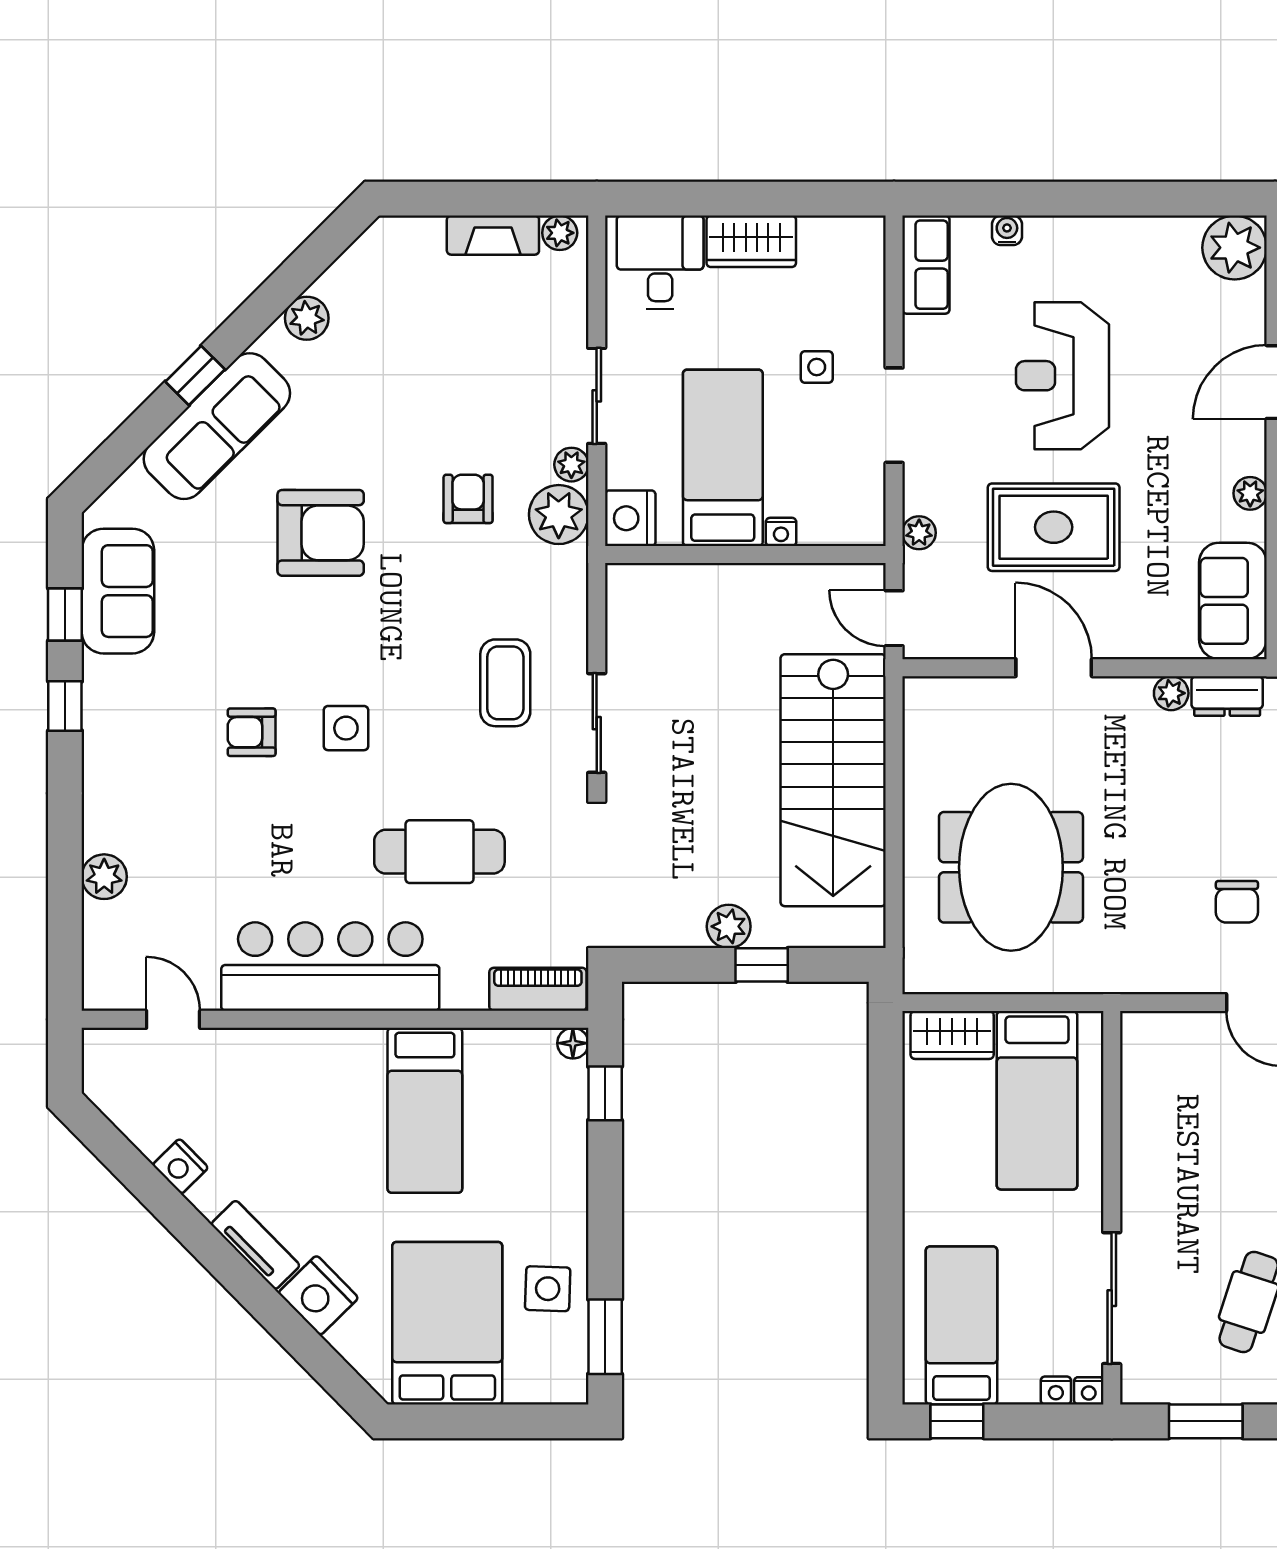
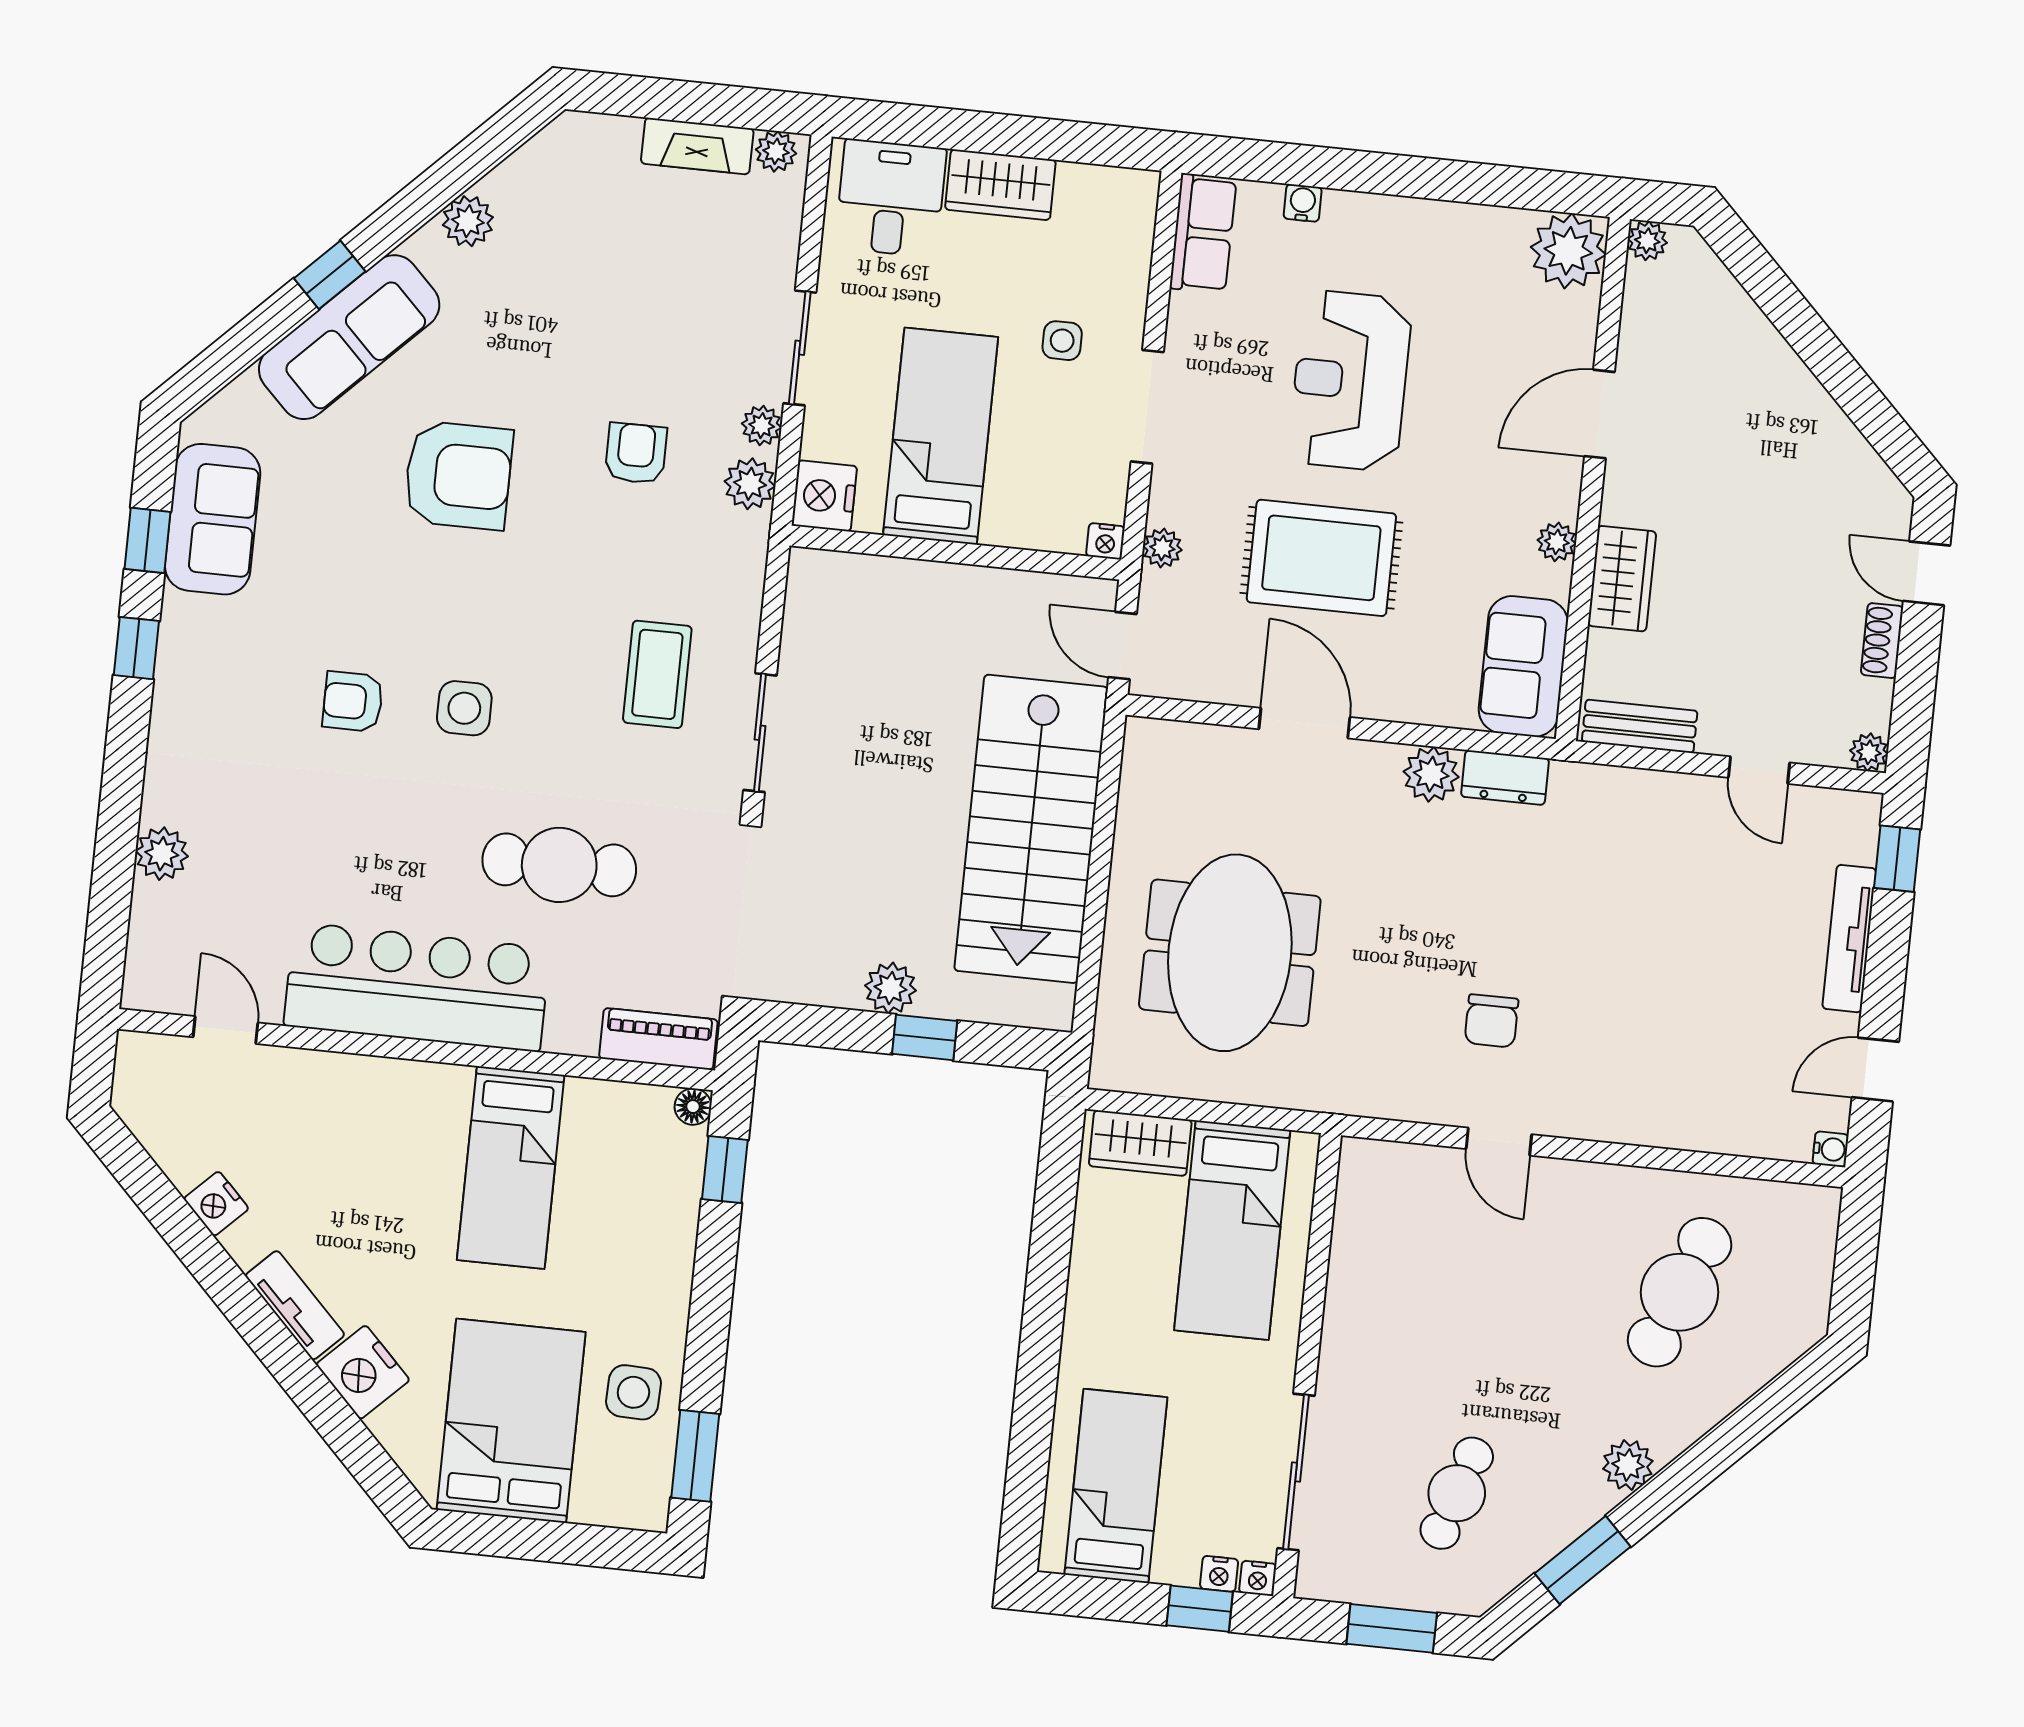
plant: (559, 515) -> (750, 484), width x0.73, depth x0.73
nightstand: (781, 532) -> (1105, 541), moved
plant: (1171, 693) -> (1431, 774), width x1.38, depth x1.38
window: (957, 1421) -> (1200, 1609), moved

